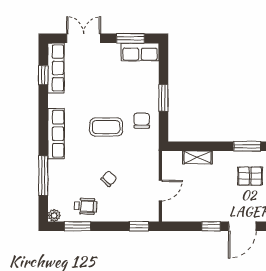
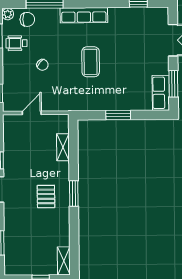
row of seats: (56, 68) -> (145, 15), removed
chair: (142, 121) -> (27, 19), moved
door: (160, 190) -> (32, 113), swing flipped
wheelchair: (85, 206) -> (17, 43), turned 88

